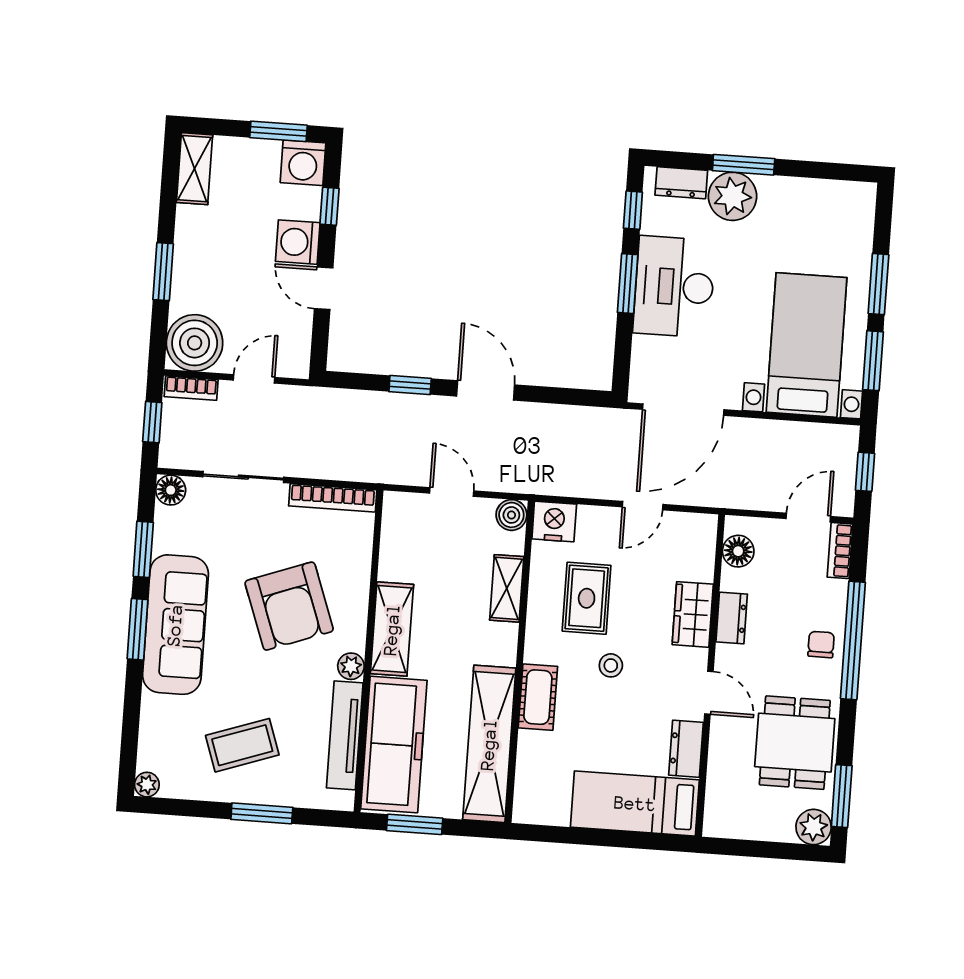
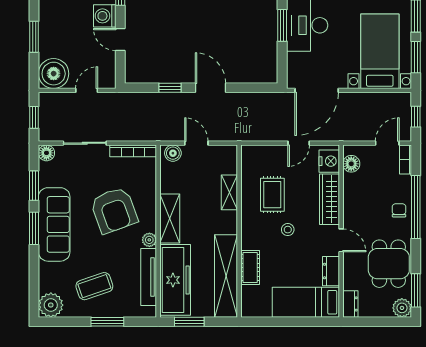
bookcase: (191, 388) -> (53, 98), removed
boiler: (511, 515) -> (173, 153), moved
nightstand: (554, 522) -> (329, 161), moved, turned 90
wardrobe: (693, 614) -> (329, 199), width x1.50
dresser: (732, 618) -> (350, 304), moved
cot: (538, 697) -> (250, 267), moved
plant: (147, 785) -> (51, 305), width x1.88, depth x1.88

